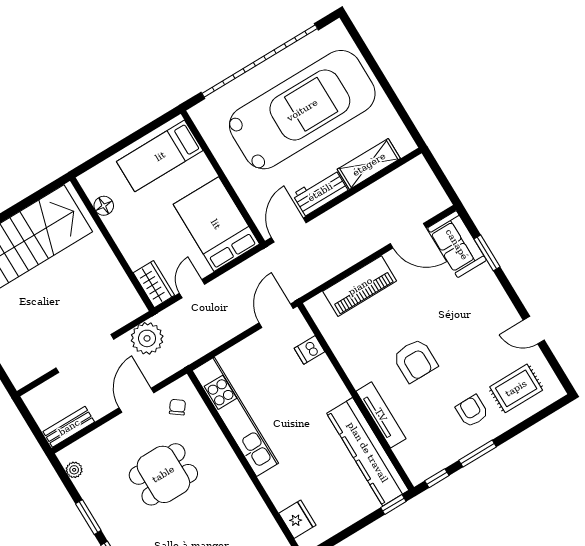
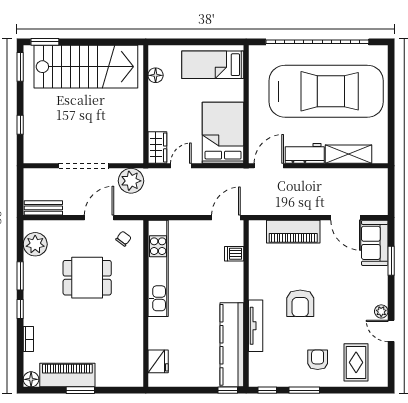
plant: (510, 315) -> (381, 311), added
rug: (516, 388) -> (356, 362), turned 90
plant: (74, 470) -> (35, 244), width x1.88, depth x1.88

